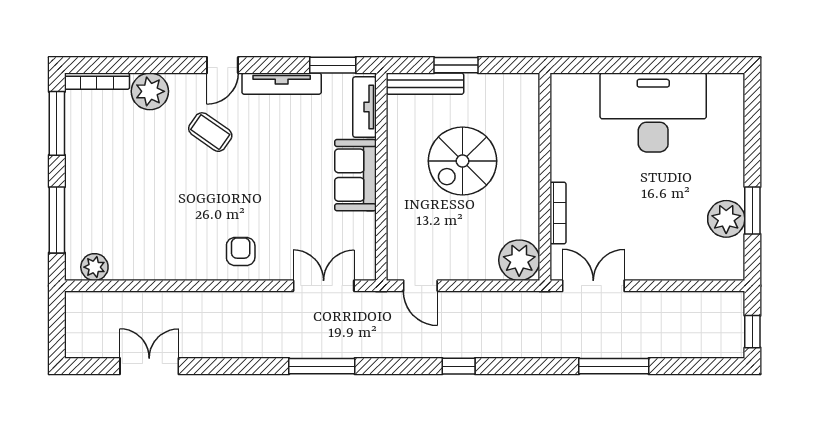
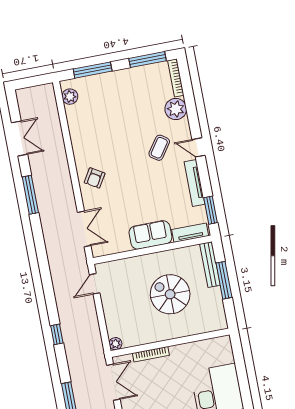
window: (456, 65) -> (224, 280), width x1.44
armchair: (241, 251) -> (95, 178), turned 121
plant: (519, 260) -> (116, 344), width x0.53, depth x0.53
window: (322, 366) -> (30, 195), moved
window: (459, 366) -> (57, 334), moved

